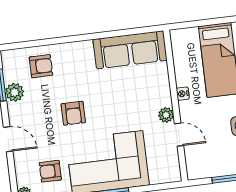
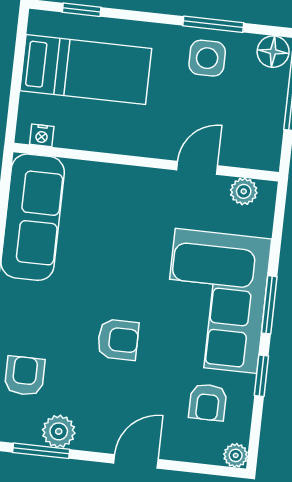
nightstand: (183, 94) -> (42, 135), moved
plant: (166, 115) -> (244, 191), moved

